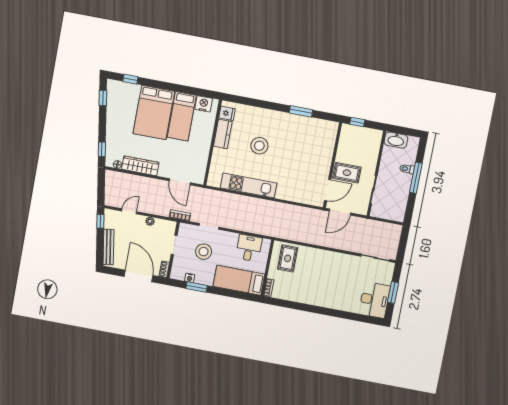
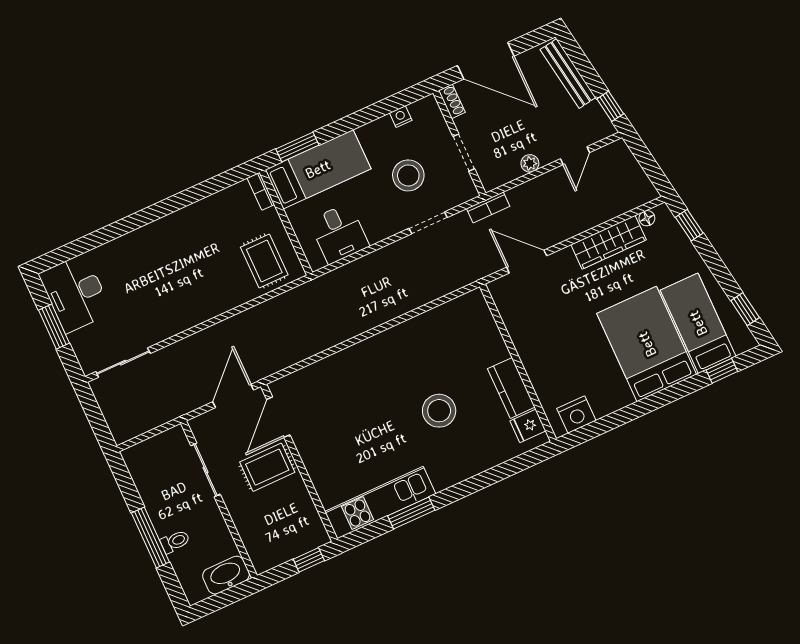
bed: (182, 116) -> (698, 323), moved
kitchen unit: (249, 185) -> (380, 503), moved, turned 180
window: (197, 287) -> (297, 147), moved

